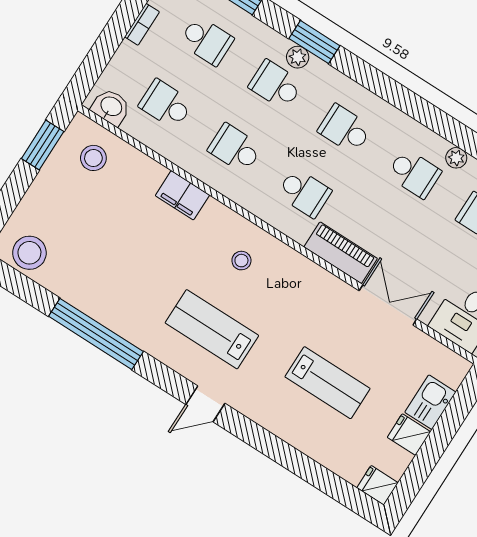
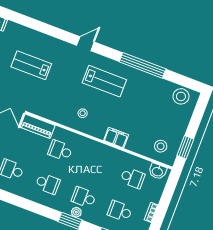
school desk: (276, 85) -> (84, 197), turned 180
school desk: (235, 148) -> (96, 164), removed
lab bench: (212, 329) -> (104, 81), moved

